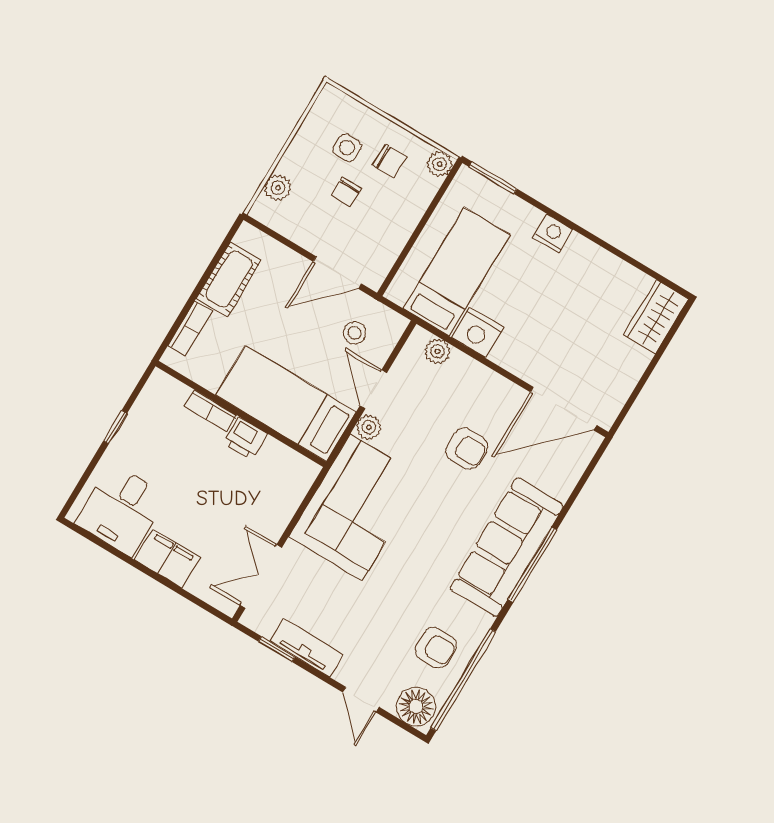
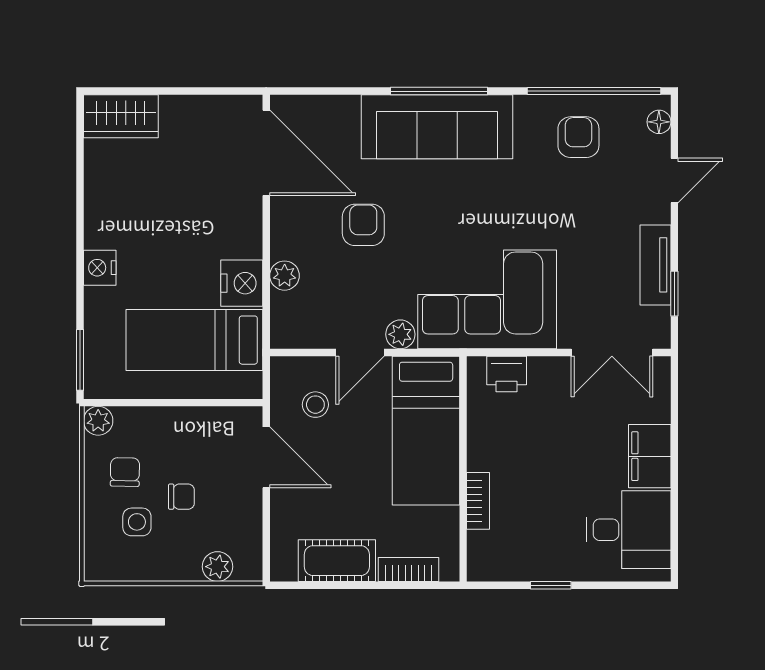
plant: (437, 351) -> (285, 276), moved
printer: (245, 438) -> (507, 374), moved, turned 90
floor lamp: (416, 707) -> (659, 122), width x0.53, depth x0.53

